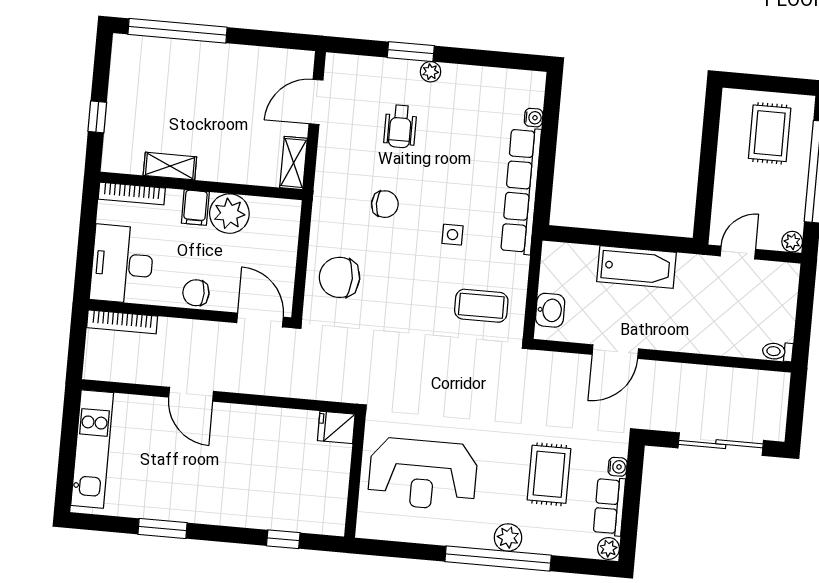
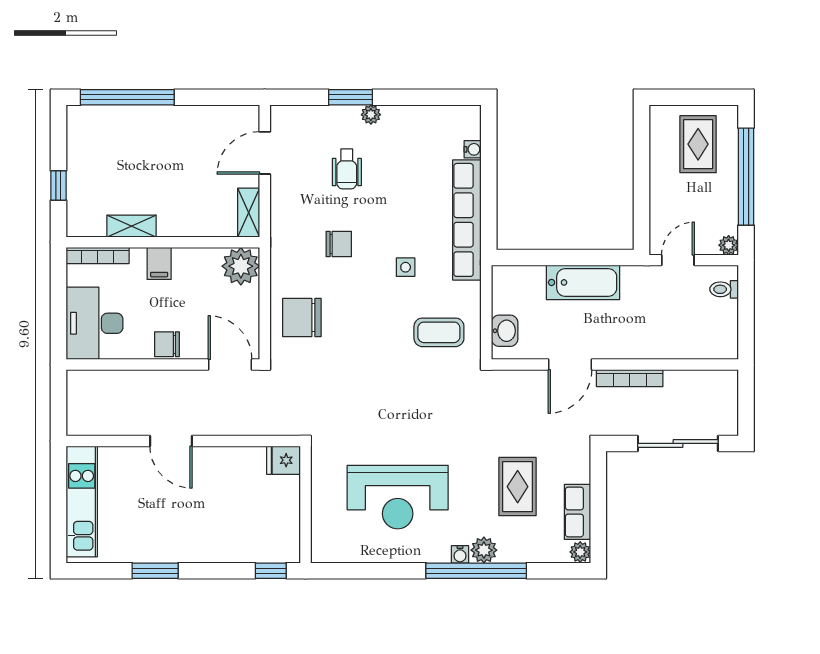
plant: (229, 214) -> (241, 266), moved
bookcase: (122, 322) -> (630, 378), moved
toilet: (778, 352) -> (724, 289), moved
fridge: (336, 427) -> (284, 460), moved
water cooler: (618, 467) -> (460, 554), moved, turned 90
wall: (355, 476) -> (305, 505), moved

